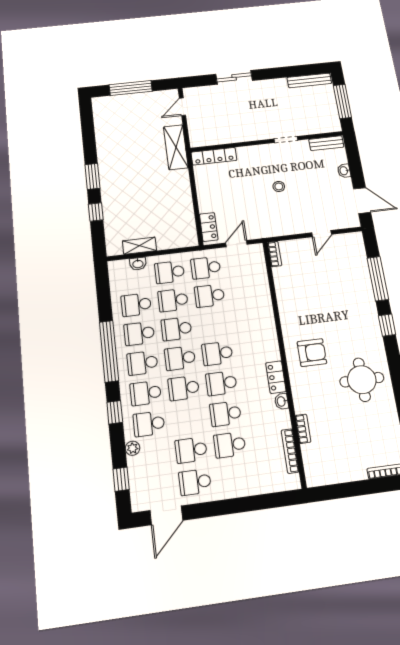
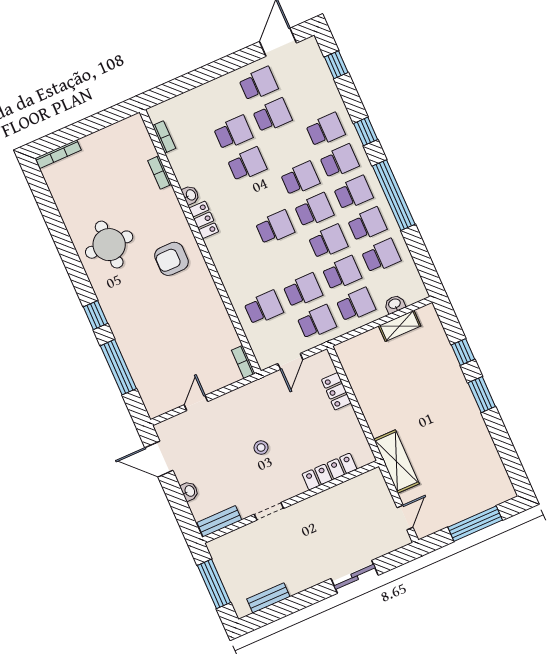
bench: (309, 80) -> (268, 598), width x0.73
locker: (214, 156) -> (329, 472), moved
locker: (209, 227) -> (336, 391), moved
school desk: (221, 383) -> (264, 308), moved
plant: (133, 448) -> (335, 100), removed
bookcase: (290, 451) -> (164, 137), width x0.64

